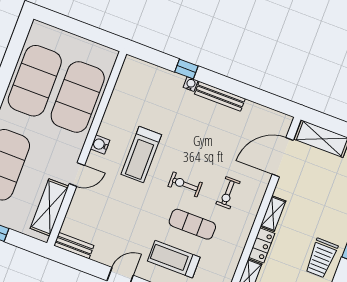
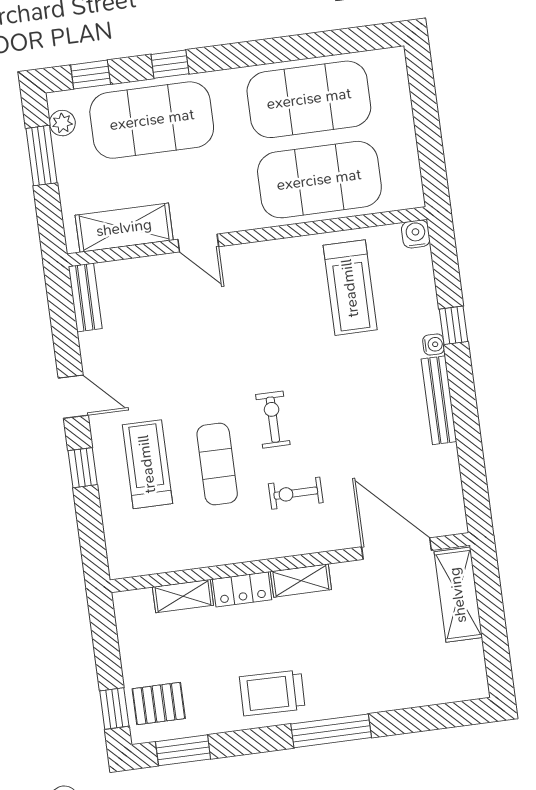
water cooler: (100, 145) -> (416, 234), moved
treadmill: (141, 154) -> (350, 288), moved, turned -90

